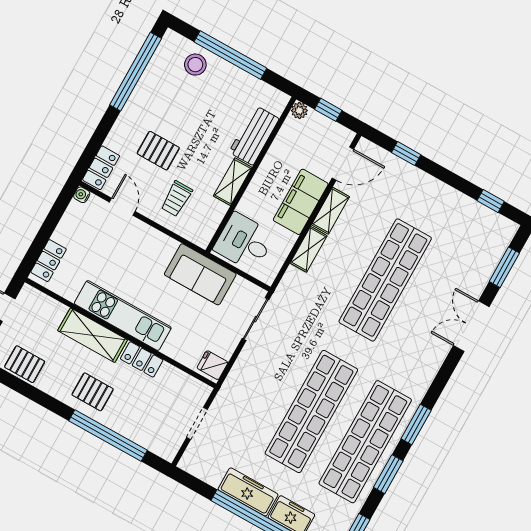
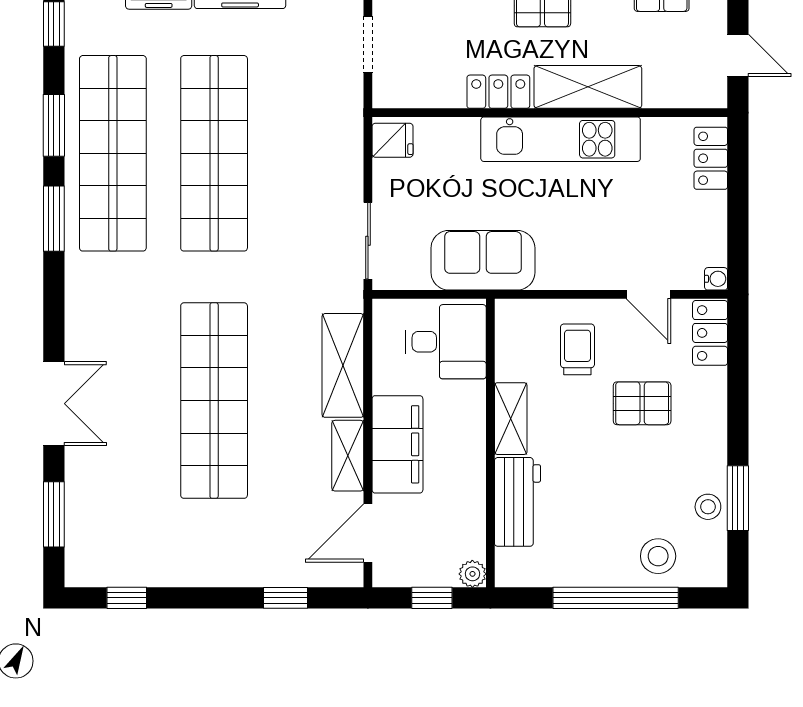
window: (136, 72) -> (738, 498), width x0.47
stool: (154, 76) -> (708, 507), added
shelving: (309, 249) -> (343, 365), width x1.50, depth x1.33

